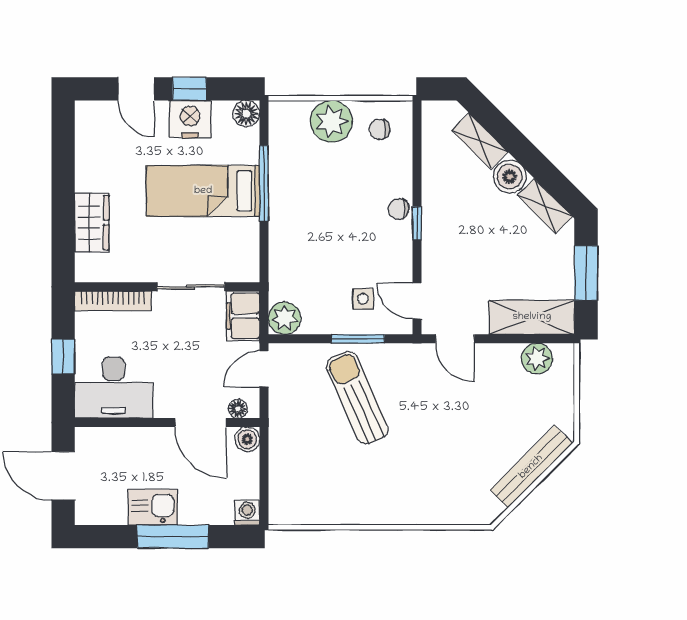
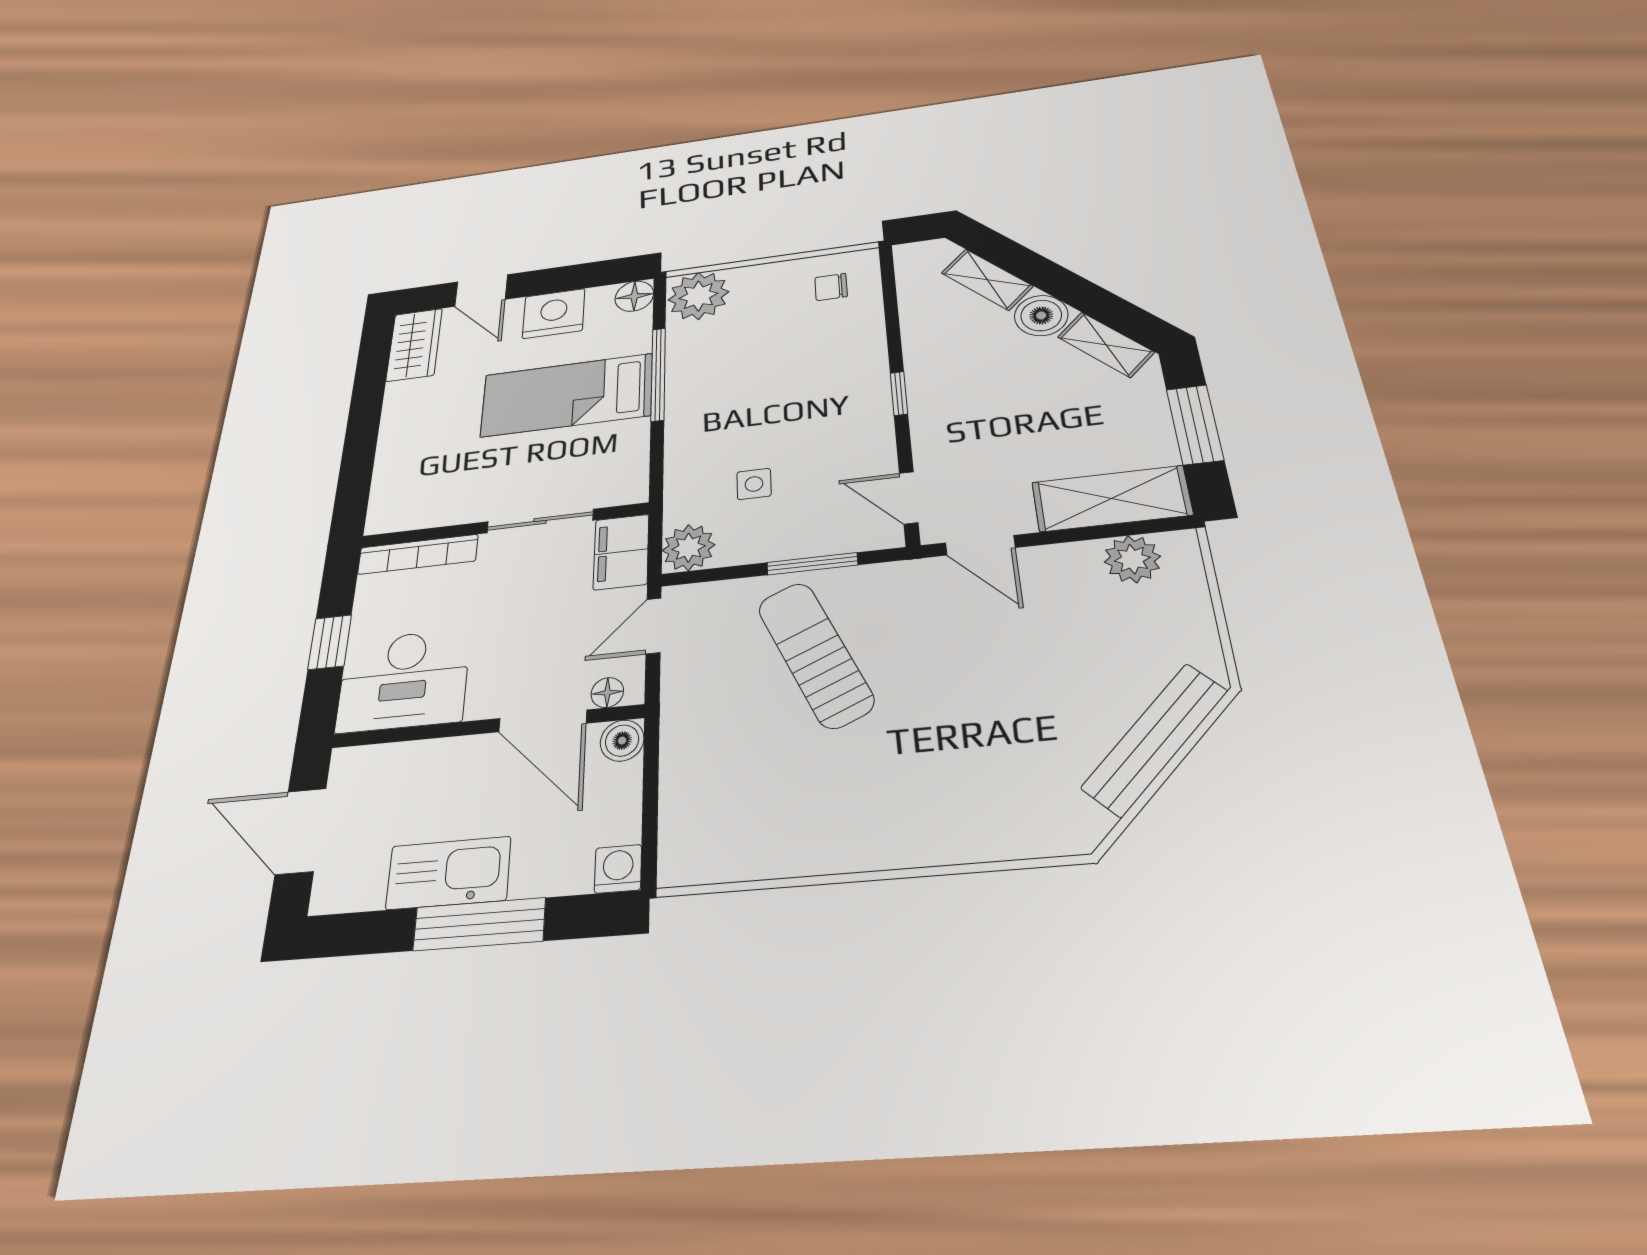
window: (189, 89) -> (555, 280), removed
plant: (331, 121) -> (698, 296), moved
chair: (399, 209) -> (868, 379), removed
wardrobe: (92, 223) -> (414, 345), moved
side table: (363, 299) -> (754, 484), moved
kitchen sink: (153, 507) -> (449, 873), width x1.38

